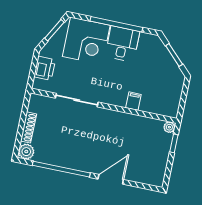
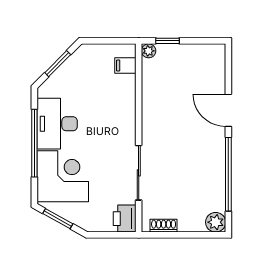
desk: (122, 44) -> (57, 124), width x1.37
printer: (45, 68) -> (125, 219), moved, turned -90
filing cabinet: (133, 101) -> (125, 65), moved
shoe rack: (28, 127) -> (164, 226), moved, width x0.70

